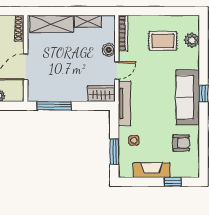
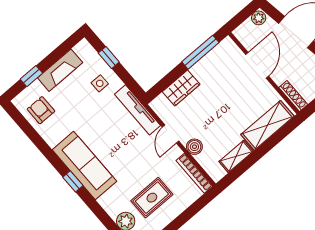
wardrobe: (101, 94) -> (181, 88), moved
armchair: (181, 143) -> (41, 110), moved, turned 91
window: (114, 152) -> (109, 57), width x0.67

